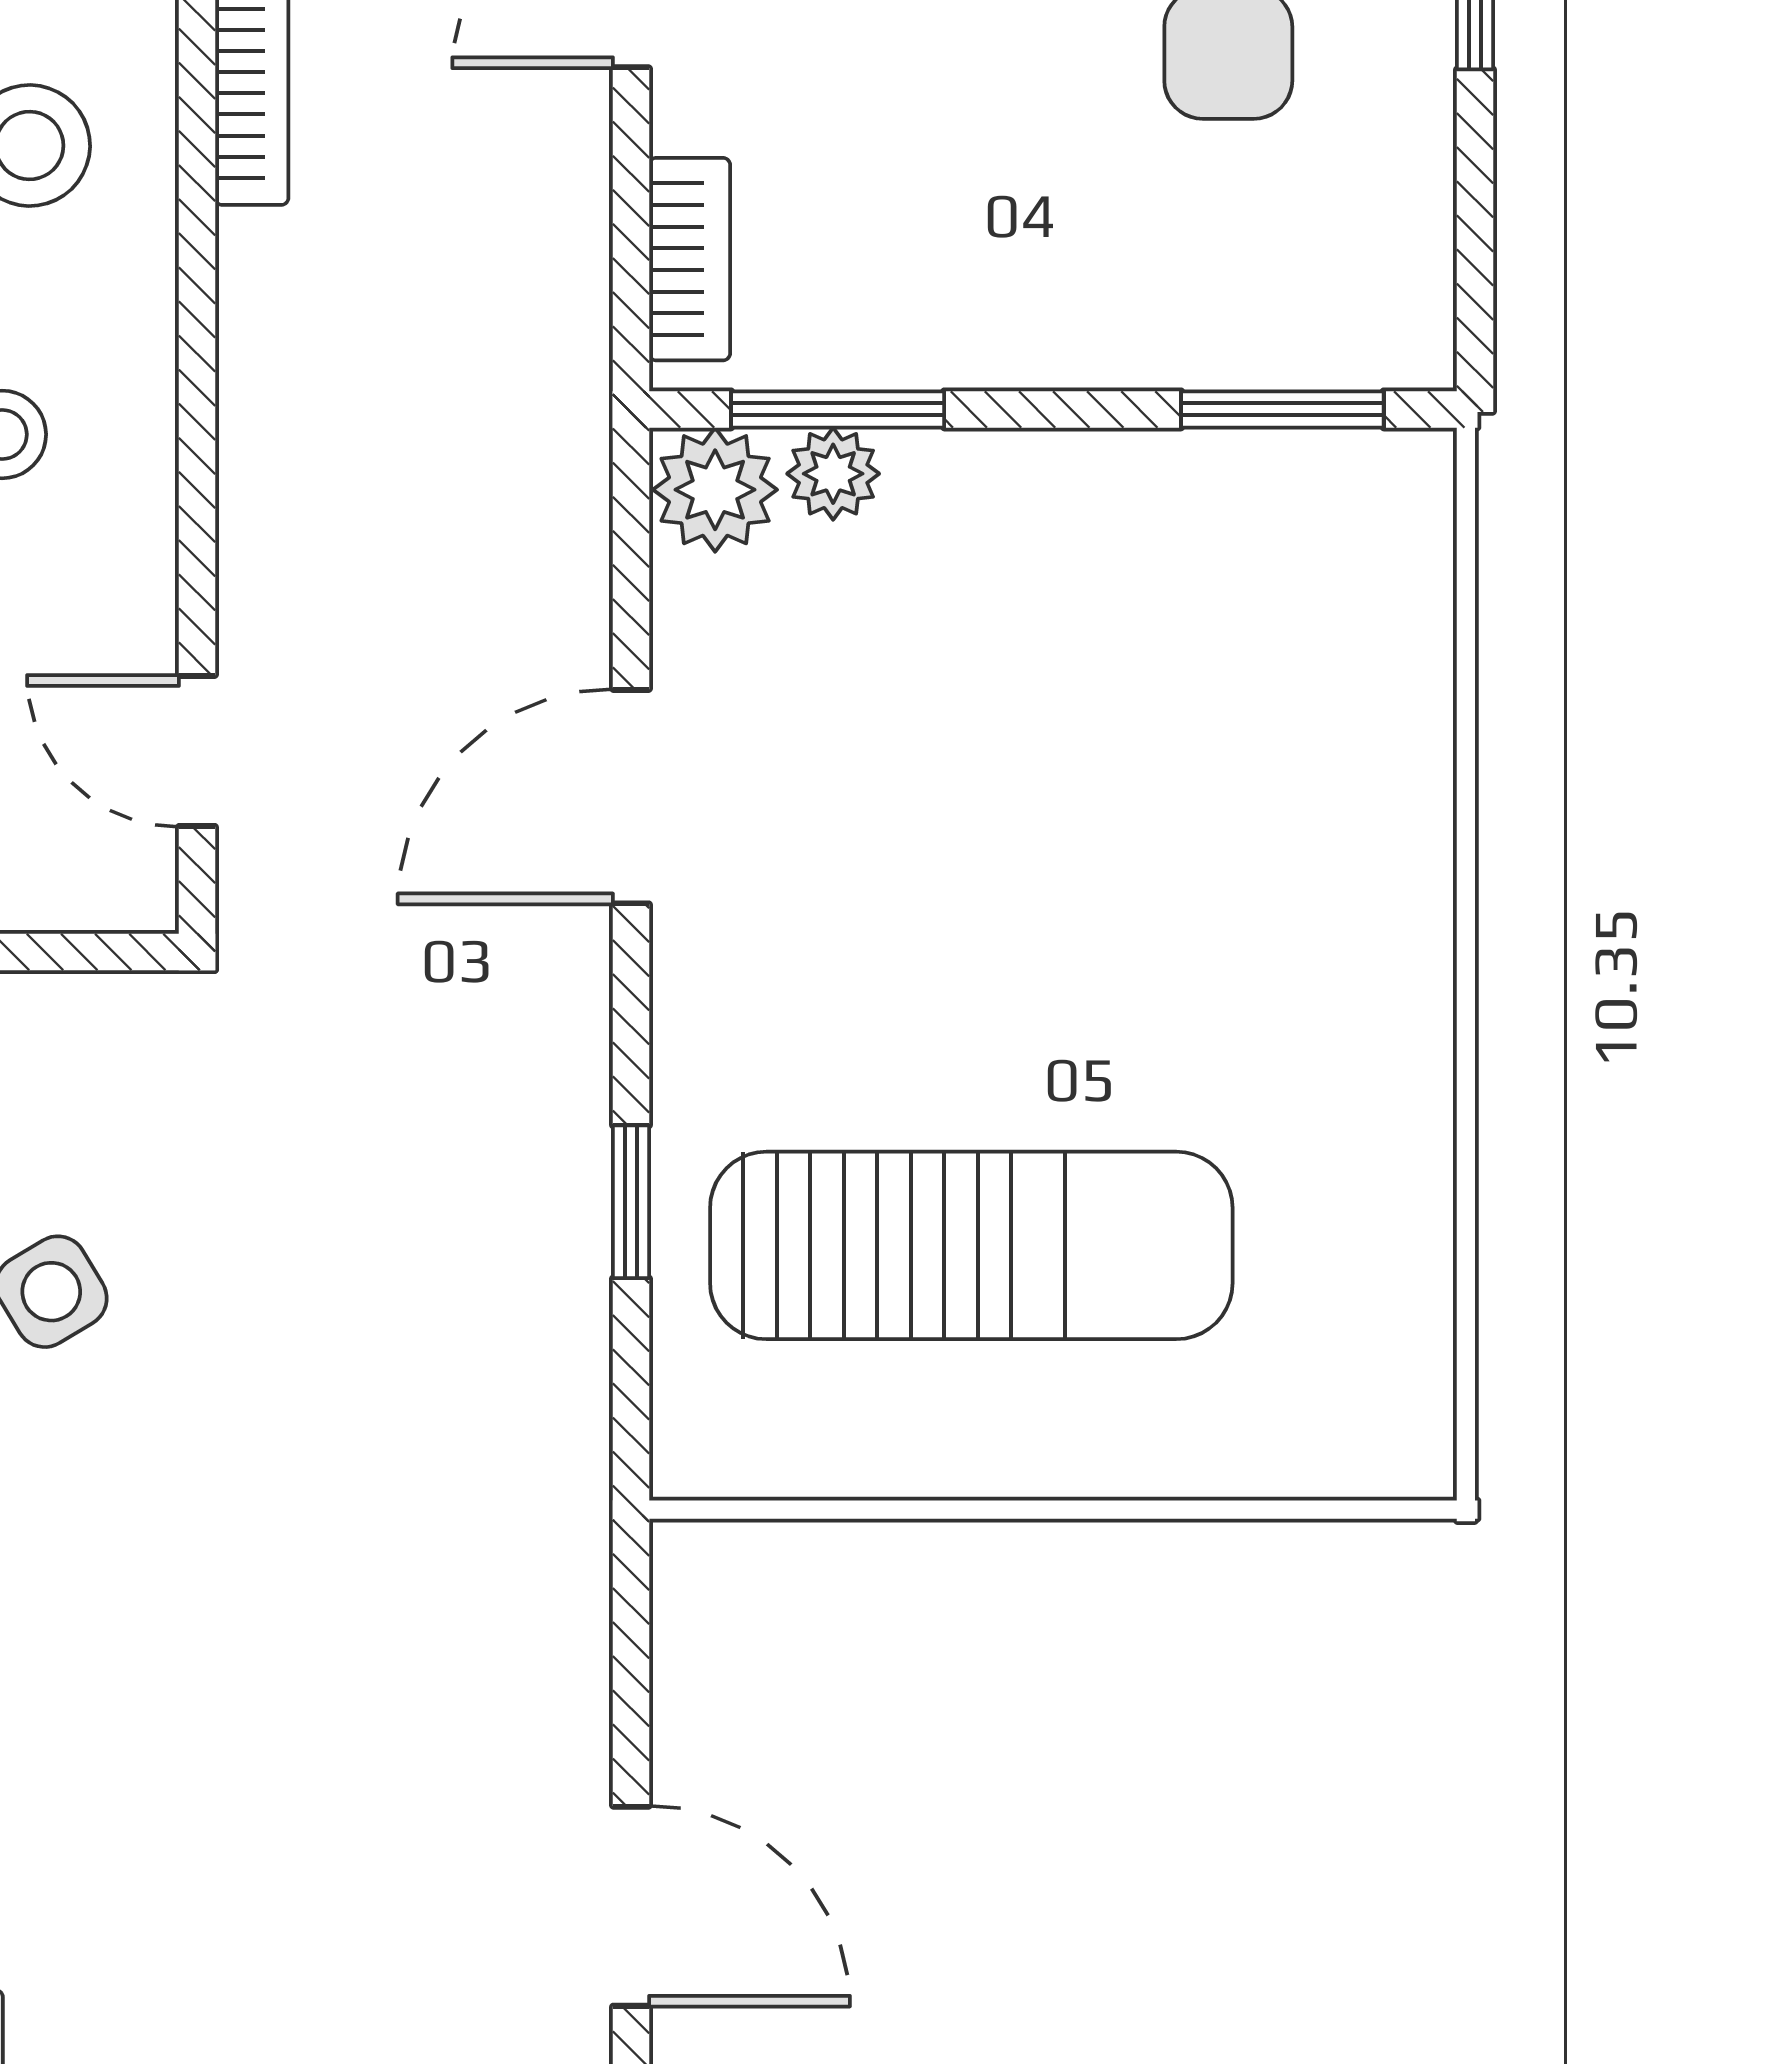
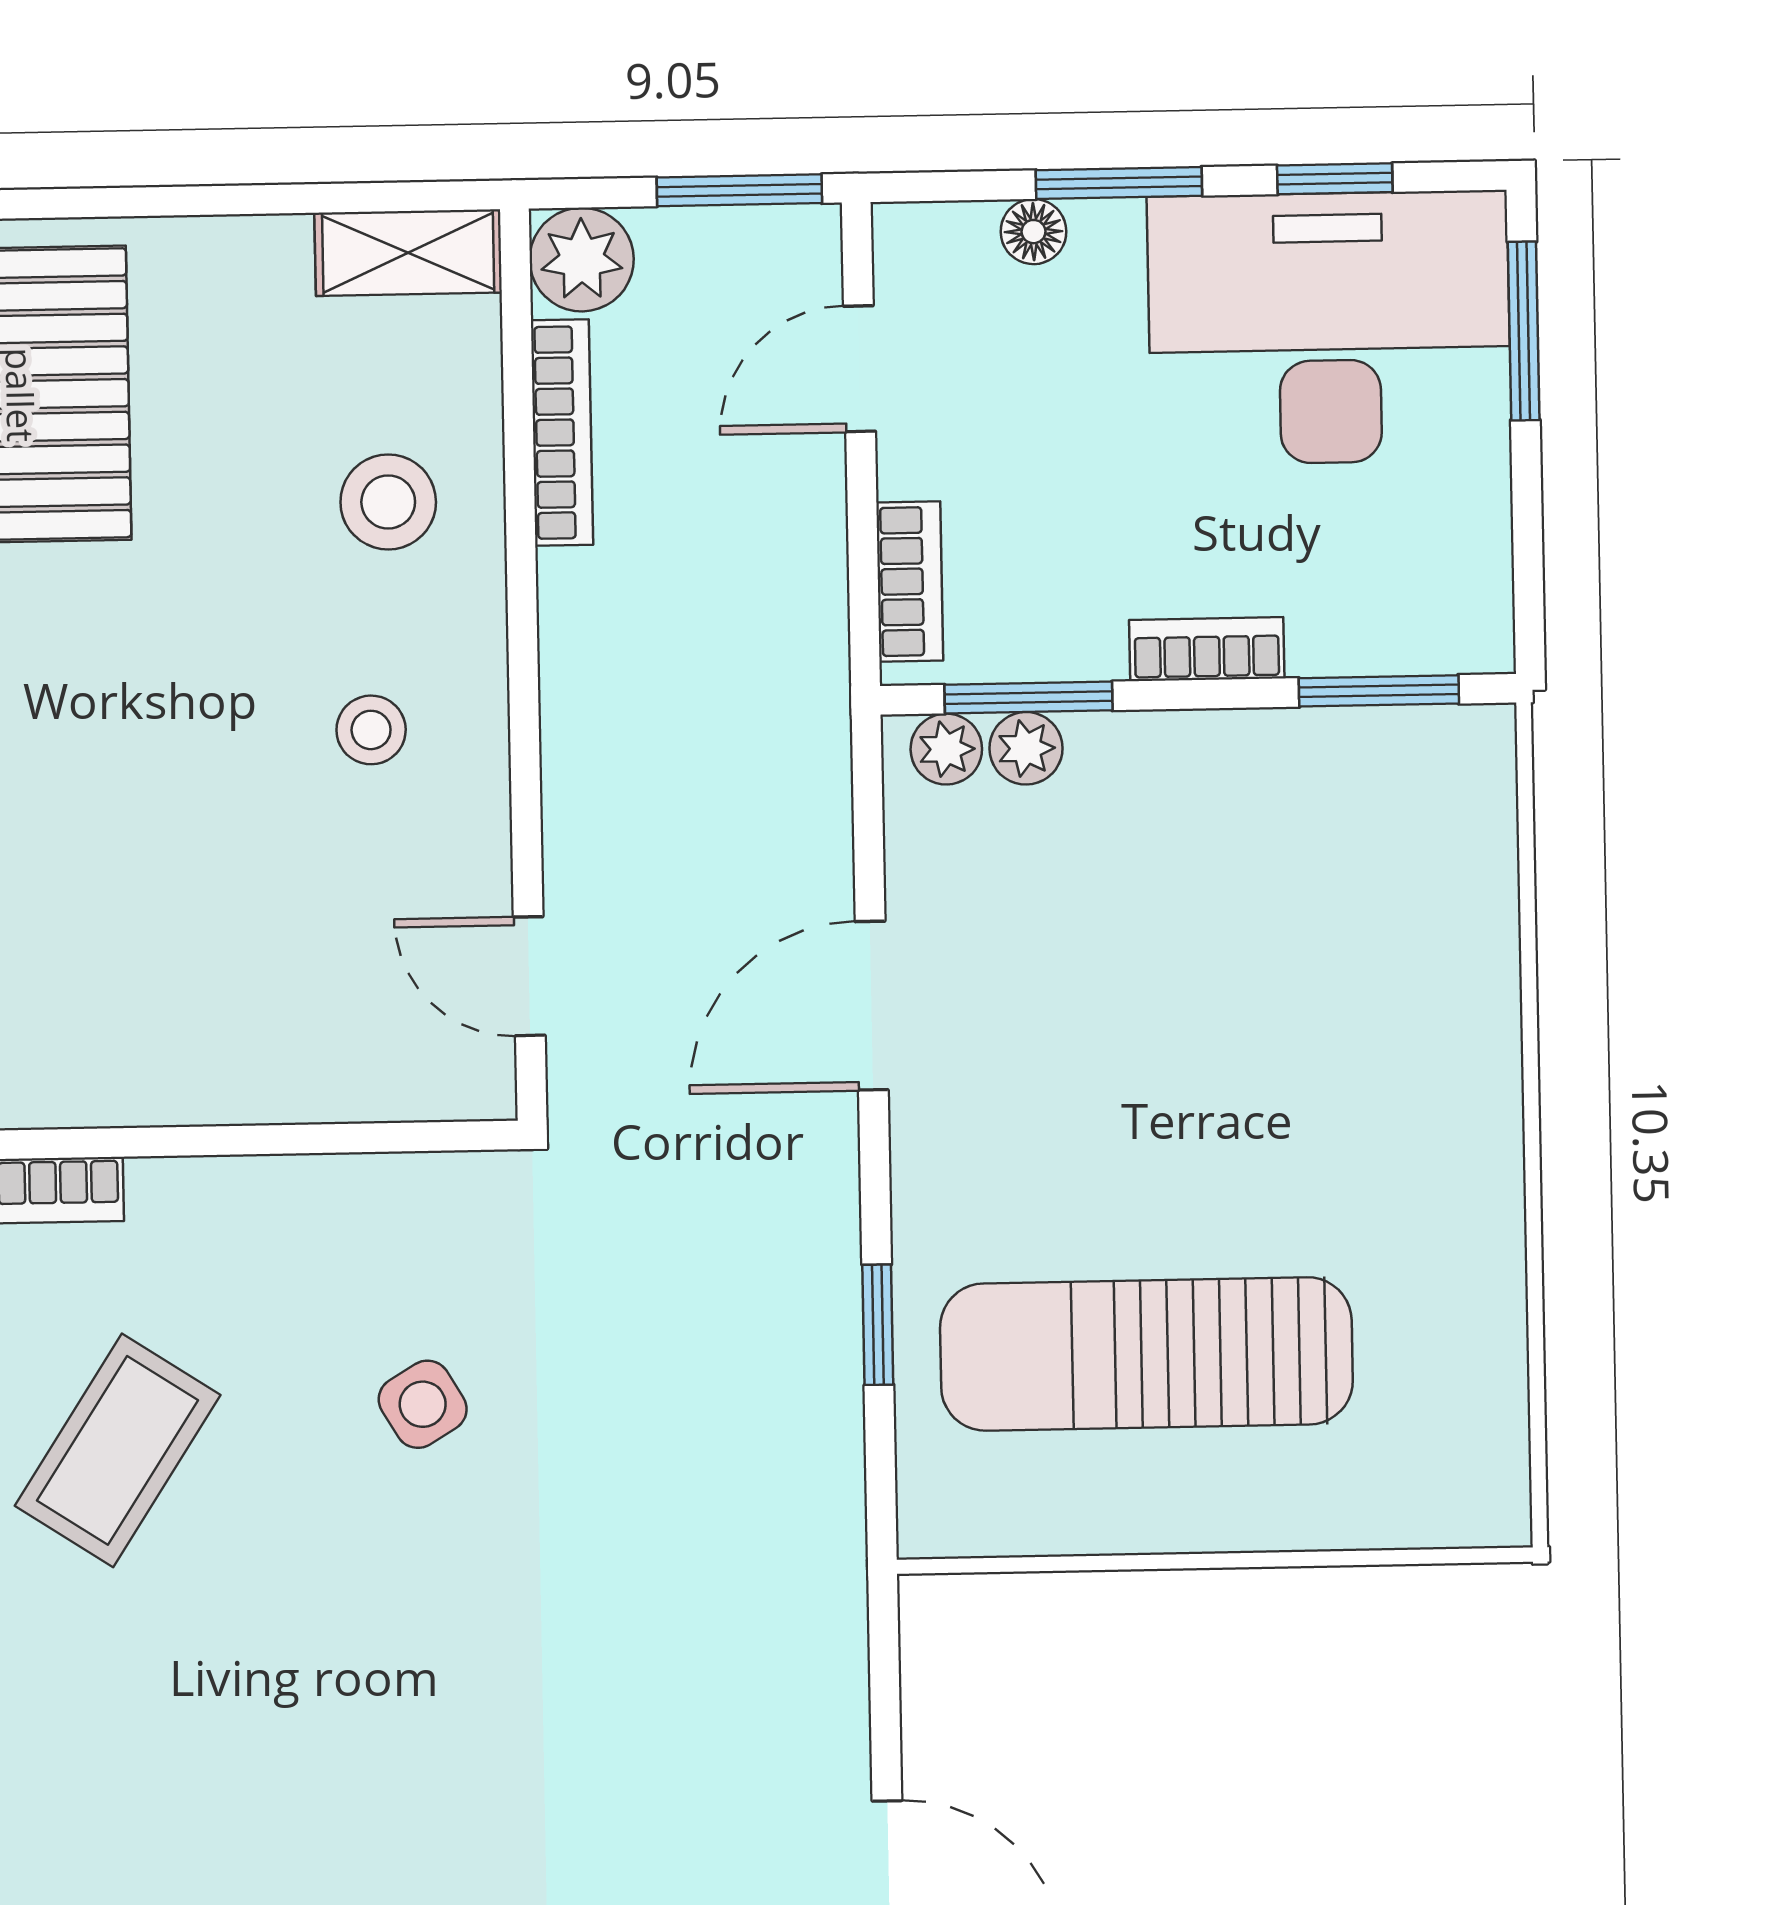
bookcase: (1065, 352) -> (1207, 649), added
plant: (715, 490) -> (946, 749), width x0.73, depth x0.73
sun lounger: (971, 1245) -> (1146, 1354), turned 180

